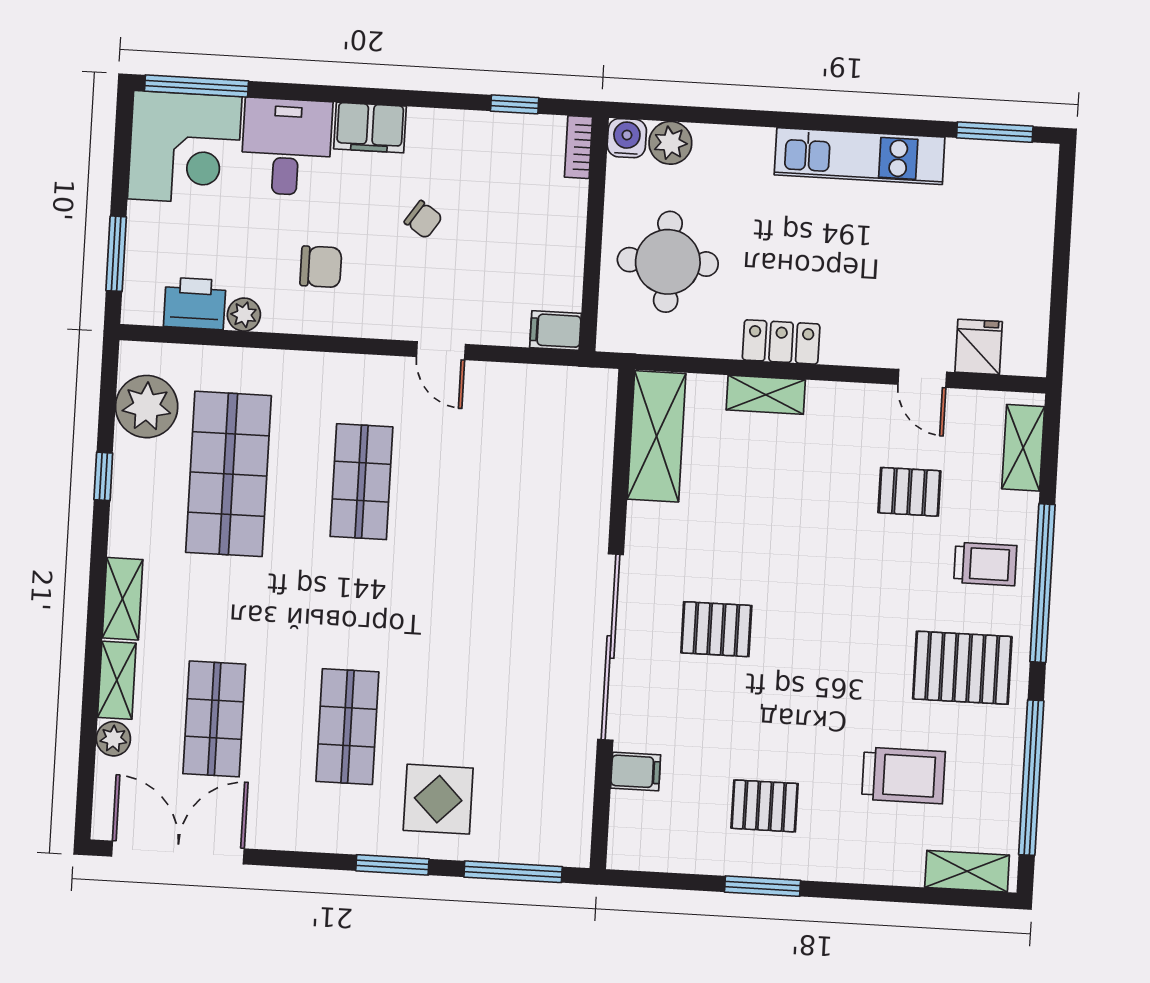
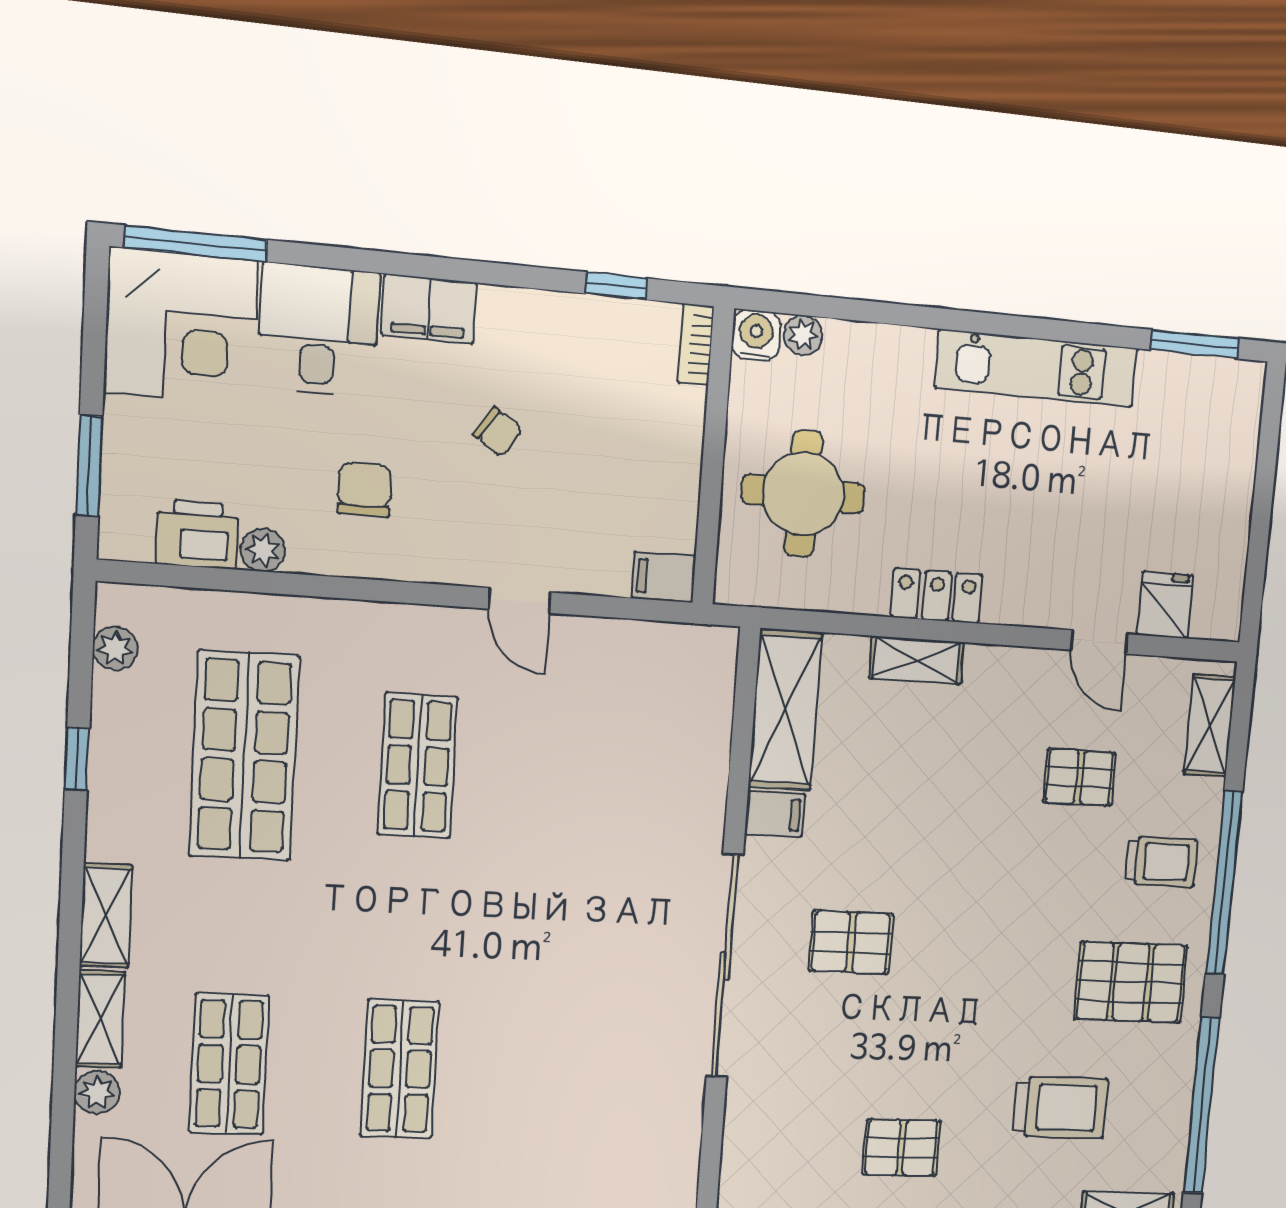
plant: (670, 143) -> (803, 335), width x0.73, depth x0.73
chair: (321, 267) -> (364, 490), turned -90
plant: (147, 407) -> (115, 648), width x0.53, depth x0.53
filing cabinet: (636, 772) -> (775, 814), moved
display table: (438, 799) -> (513, 1153), removed

